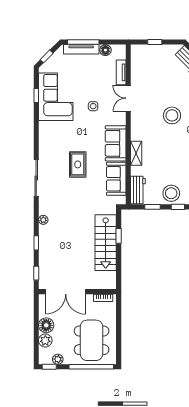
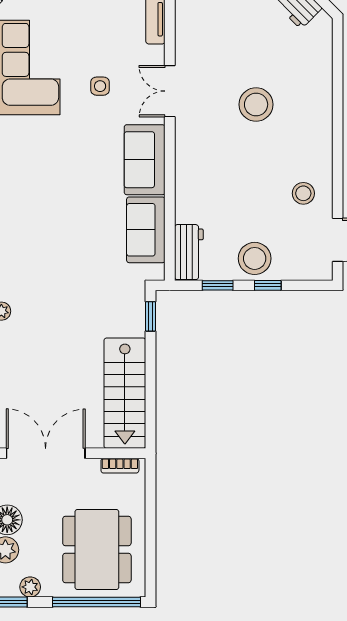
double door: (128, 98) -> (170, 91), moved
shelving: (136, 153) -> (185, 179), removed
rug: (78, 164) -> (70, 201), removed
window: (119, 236) -> (151, 316), moved
stairs: (106, 243) -> (125, 393), moved
double door: (66, 292) -> (46, 453), swing flipped

